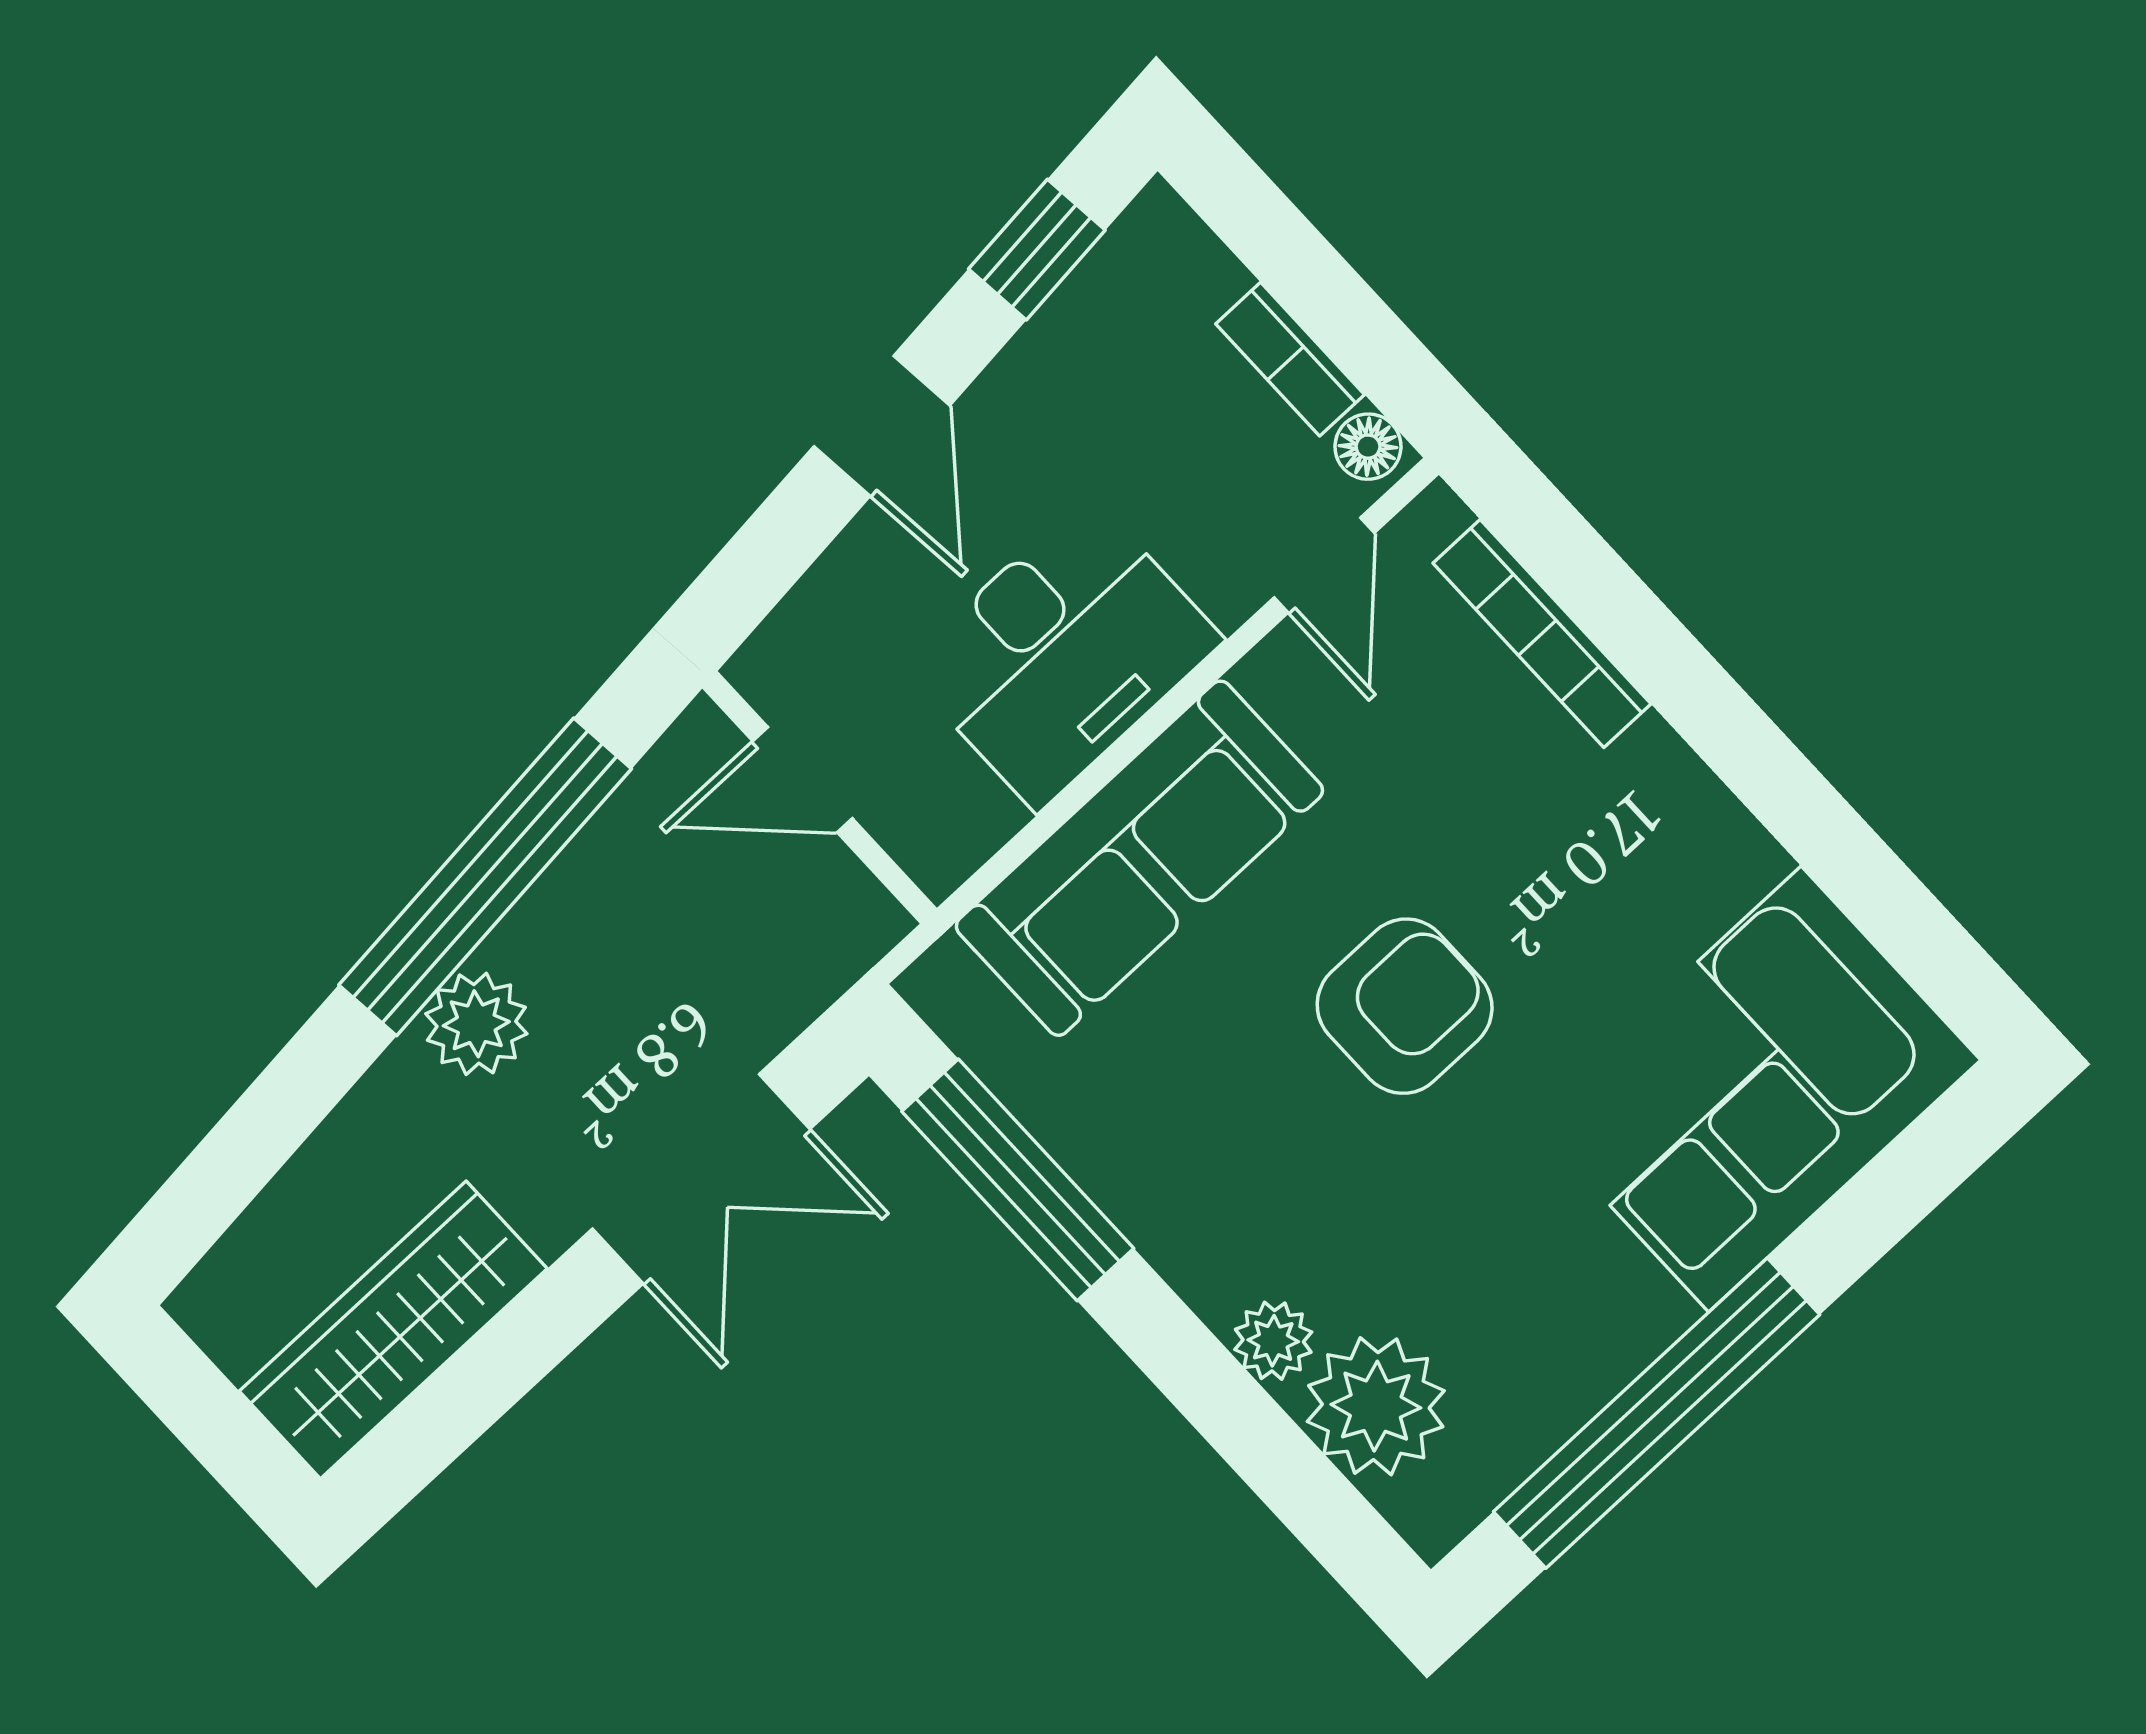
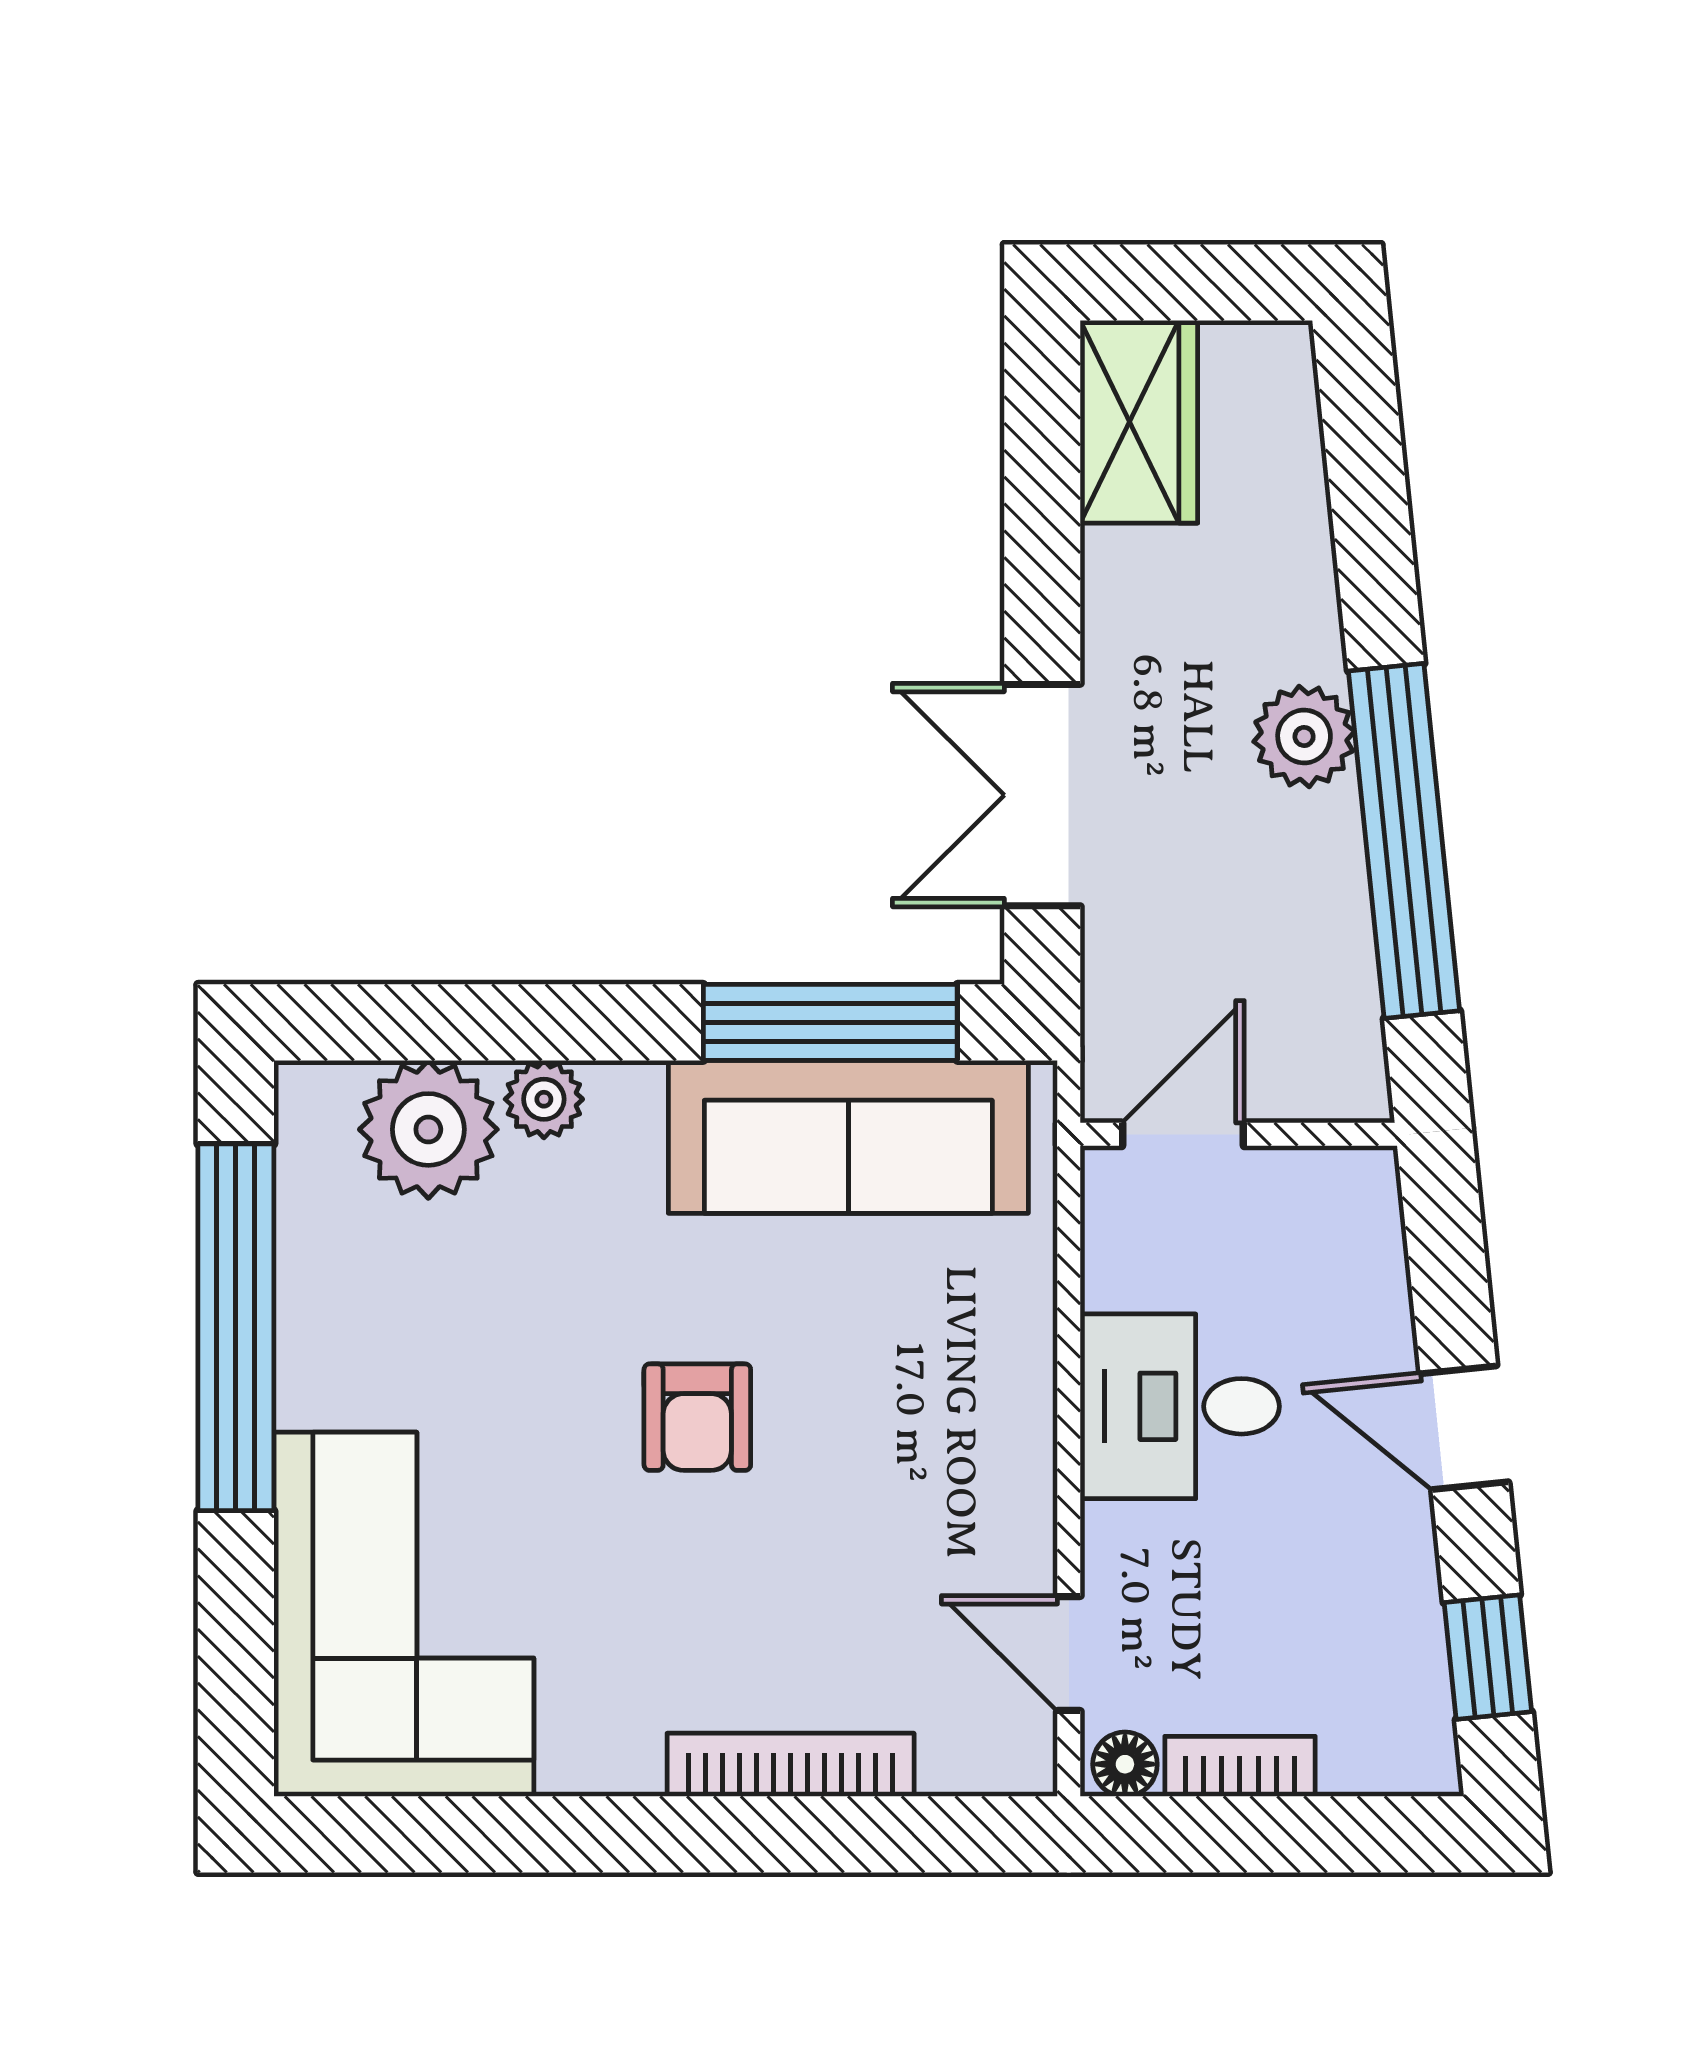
bookcase: (1542, 634) -> (791, 1765), moved
desk: (1063, 653) -> (1180, 1406), width x0.73
door: (802, 780) -> (1183, 1134), moved
sofa: (1139, 858) -> (848, 1137), moved, turned -90
armchair: (1405, 1006) -> (697, 1417), width x0.72, depth x0.72
wardrobe: (393, 1330) -> (1139, 422), width x0.67

